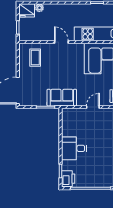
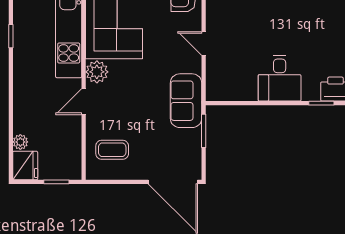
plant: (77, 49) -> (97, 72), added

